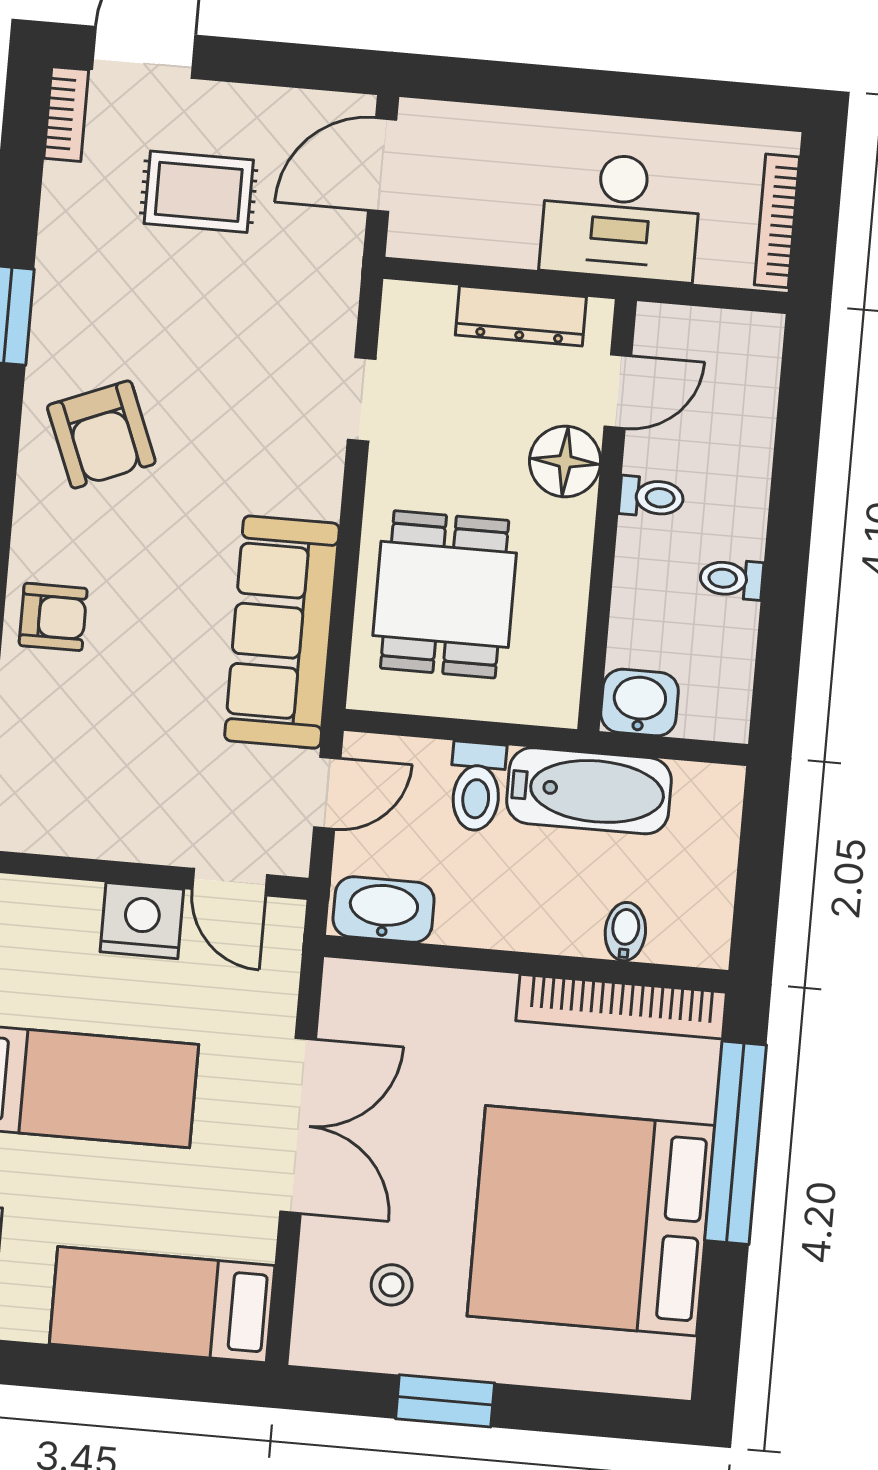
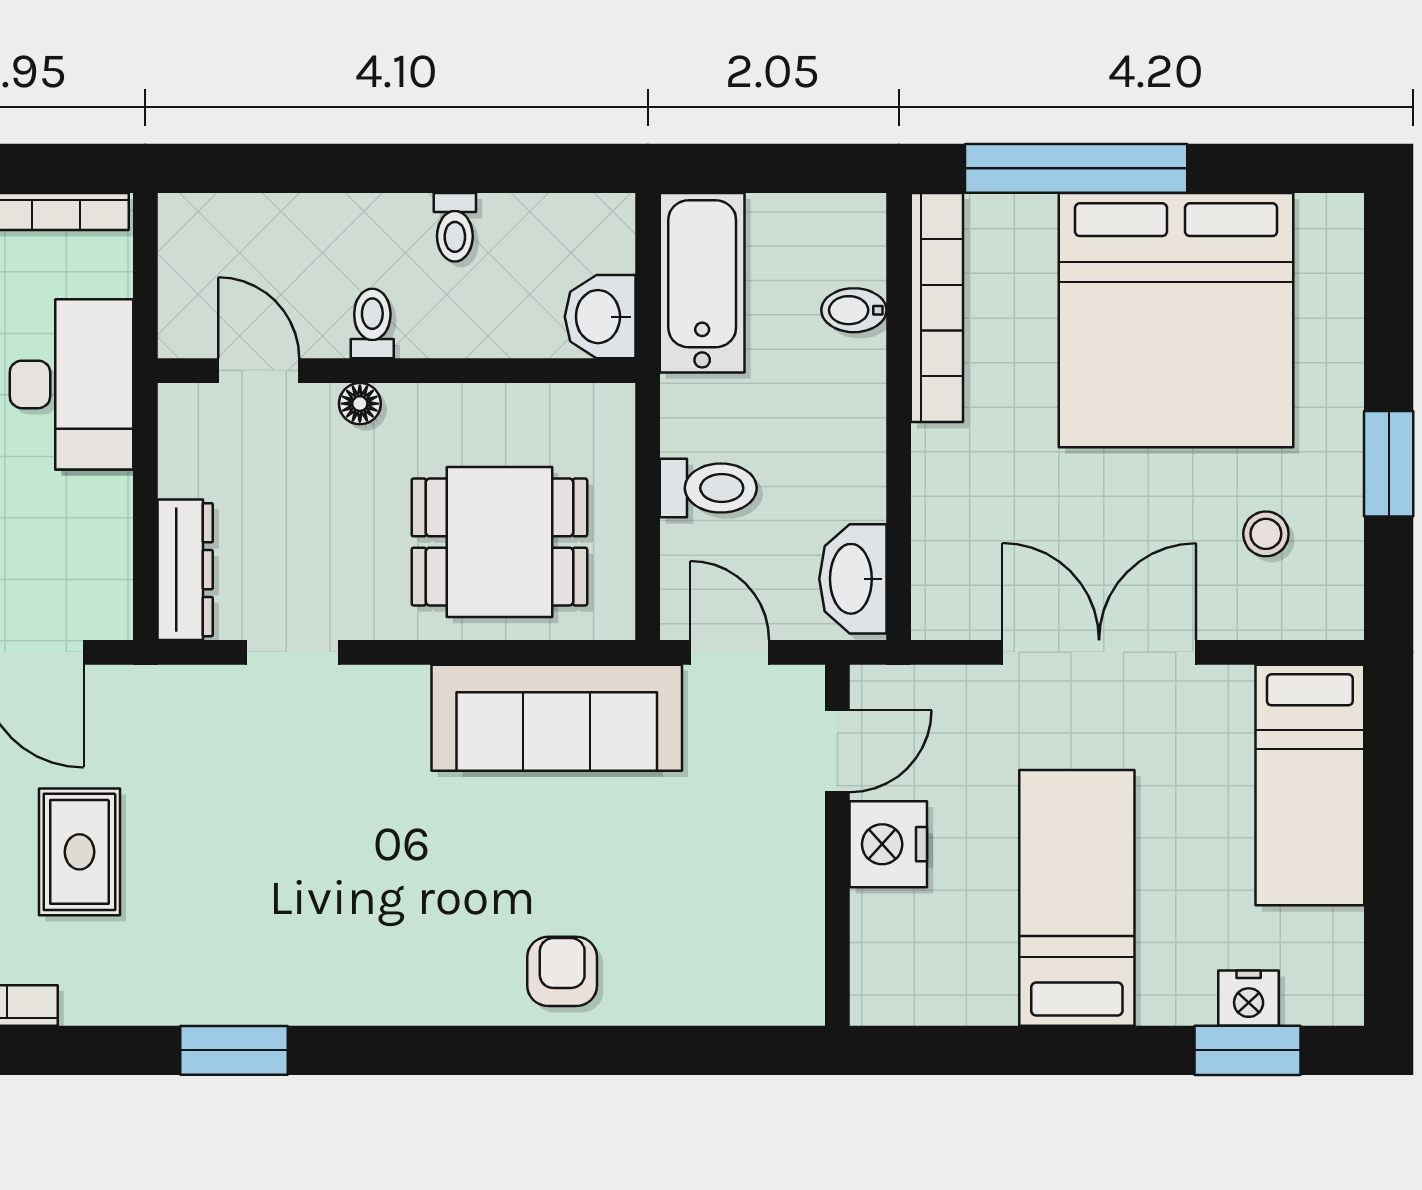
dresser: (521, 316) -> (185, 570), moved
armchair: (101, 434) -> (356, 936), removed
floor lamp: (565, 461) -> (360, 404), width x0.53, depth x0.53
bathtub: (589, 791) -> (702, 283), moved

